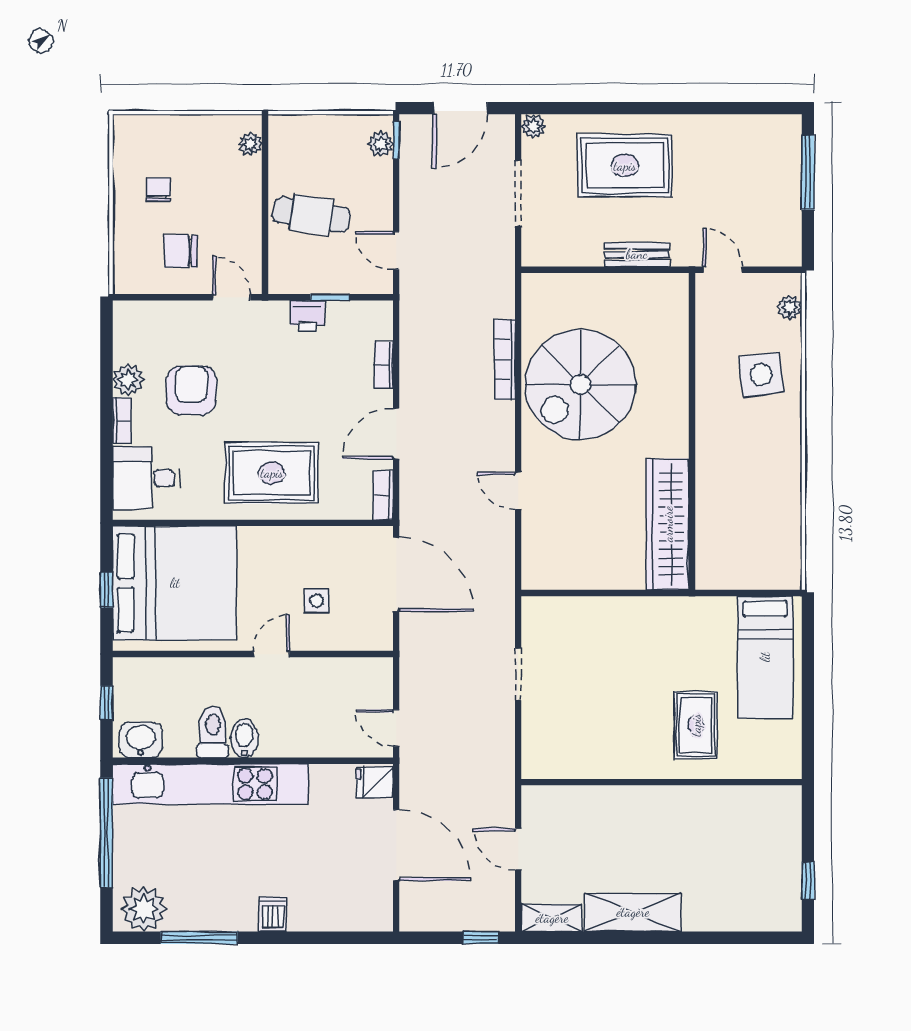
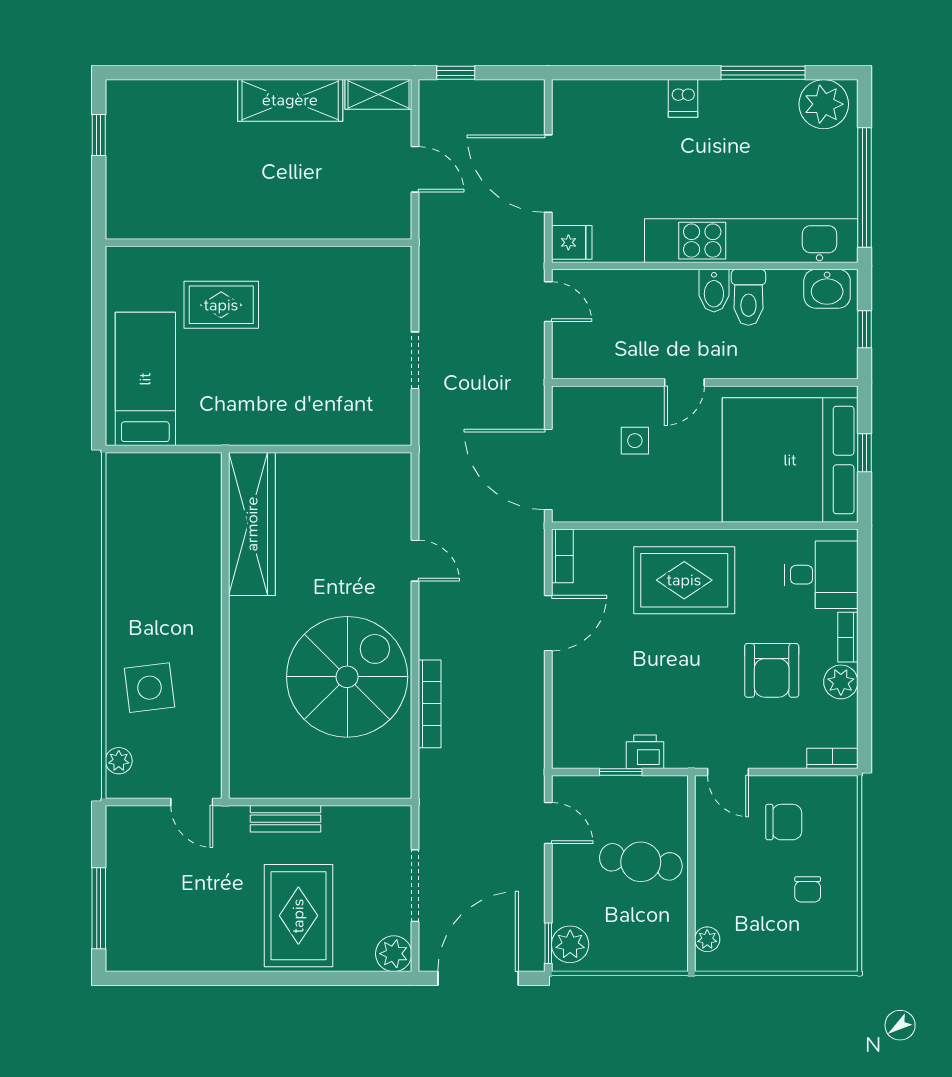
door: (460, 108) -> (478, 978), width x1.36
plant: (533, 126) -> (394, 954), width x1.38, depth x1.38
plant: (381, 144) -> (570, 944), width x1.38, depth x1.38
rug: (625, 166) -> (298, 916), turned 90
bookcase: (384, 365) -> (832, 758), moved, turned -90
rug: (696, 725) -> (221, 305), turned 90

